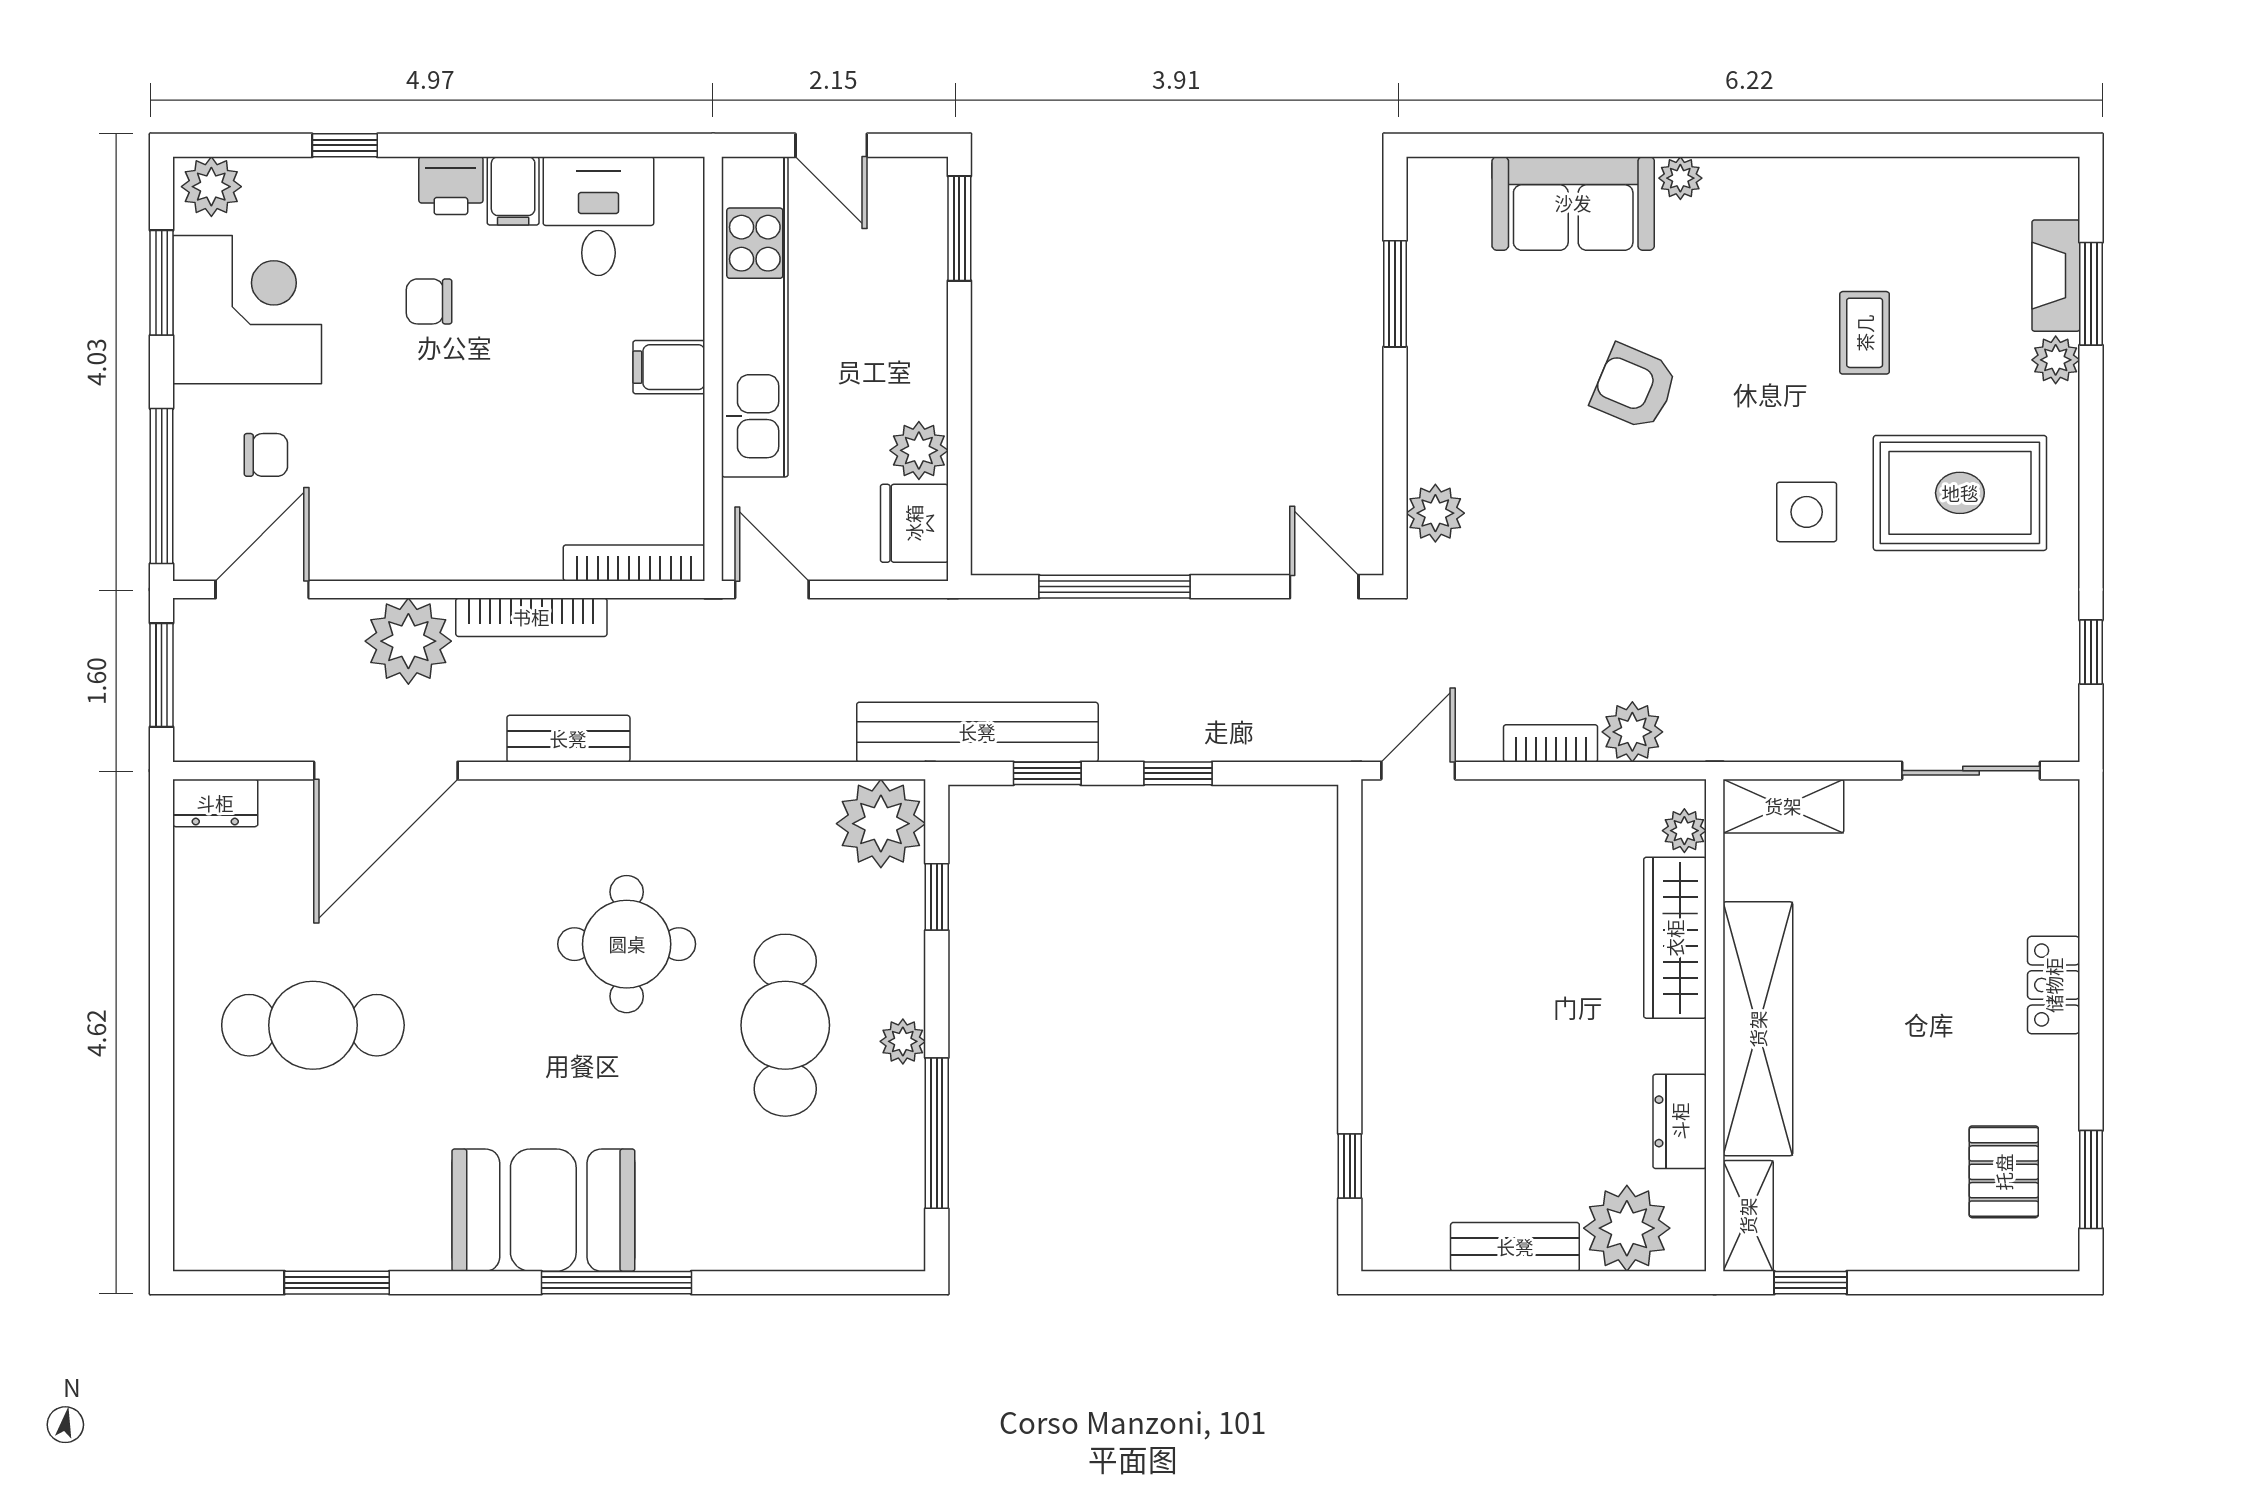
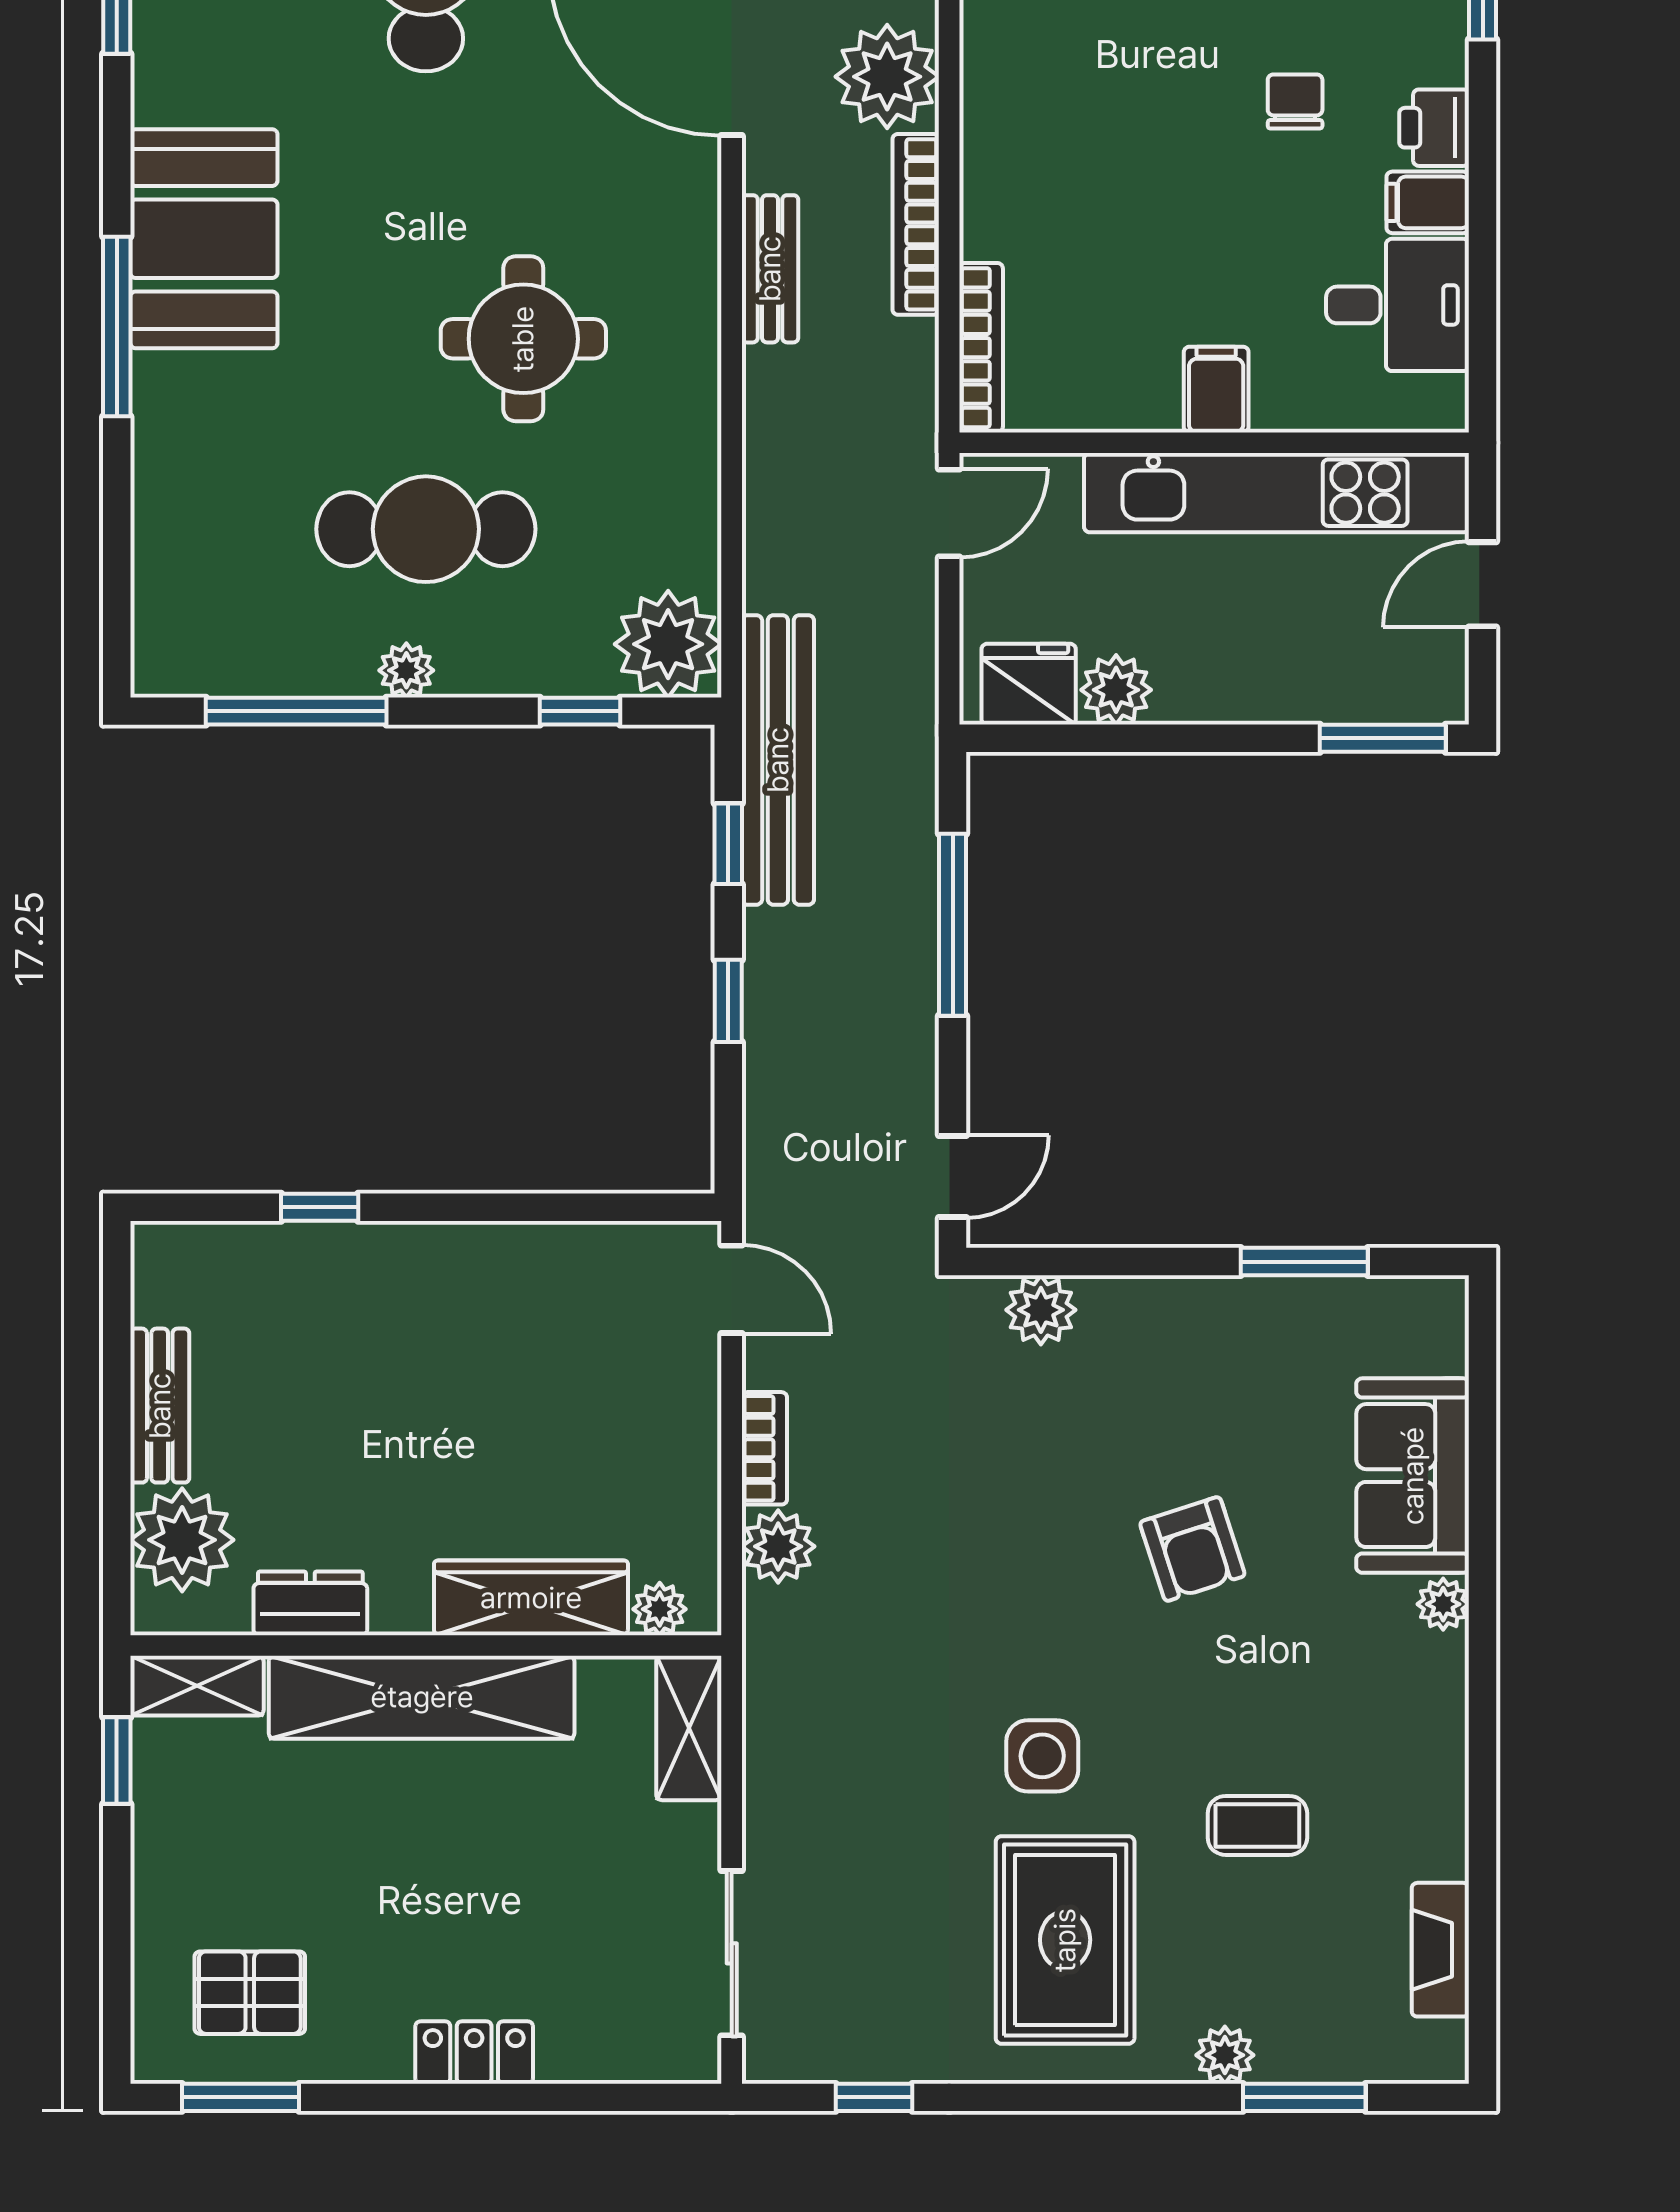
fireplace: (2056, 276) -> (1440, 1950), moved, turned -90
armchair: (1634, 387) -> (1192, 1549), turned 139
window: (1350, 1166) -> (320, 1207), moved

